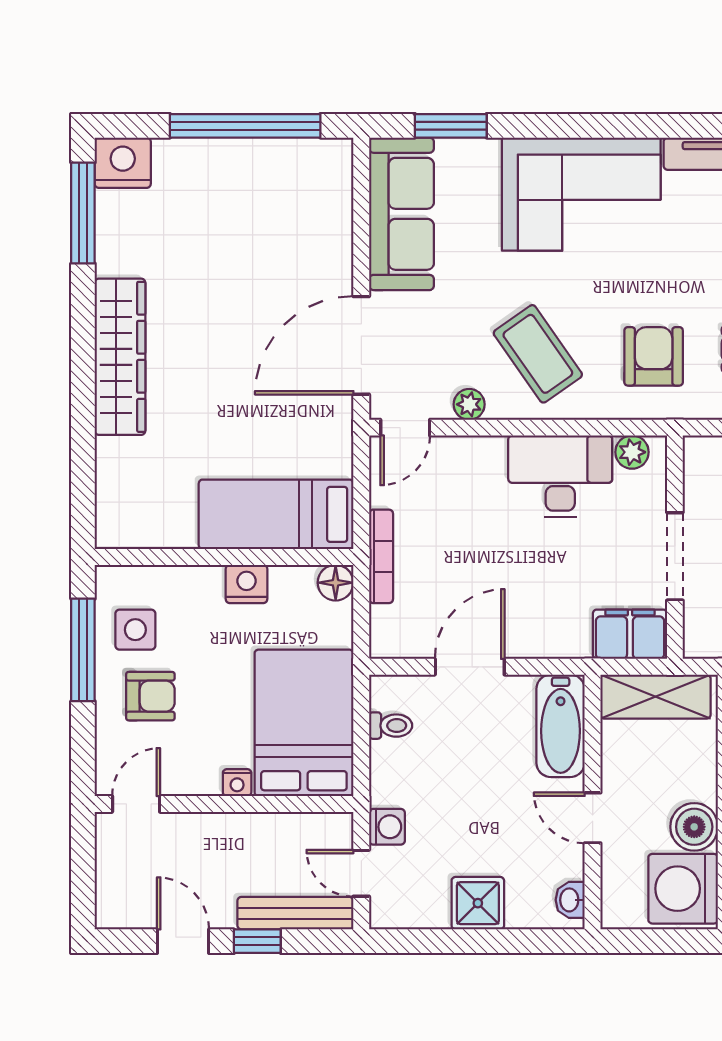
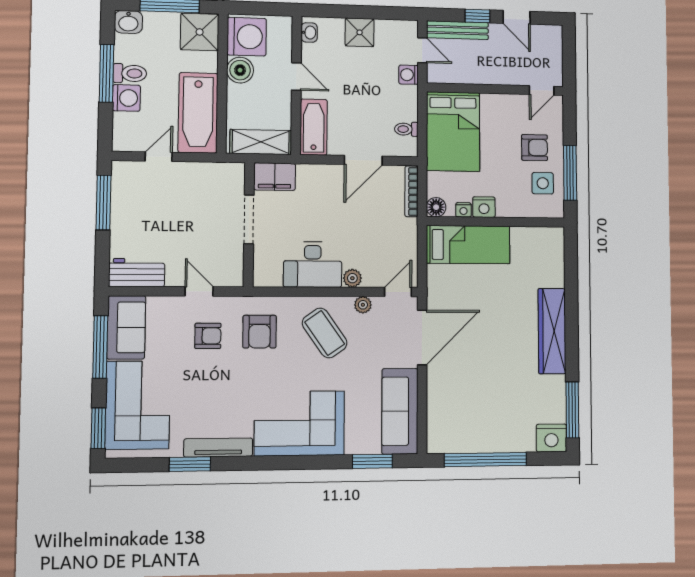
plant: (632, 452) -> (352, 278), moved
bookcase: (381, 556) -> (411, 191), moved
armchair: (150, 696) -> (535, 148), turned 180
nightstand: (237, 783) -> (463, 210), moved, turned 180

